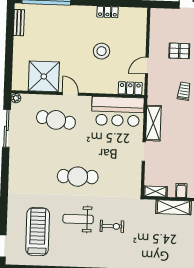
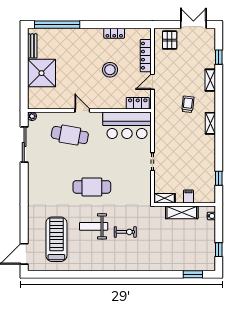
locker: (141, 37) -> (146, 56), added
pallet: (179, 51) -> (170, 40), moved, turned 90
shower: (44, 76) -> (42, 73), moved
shelving: (153, 123) -> (160, 135), removed

